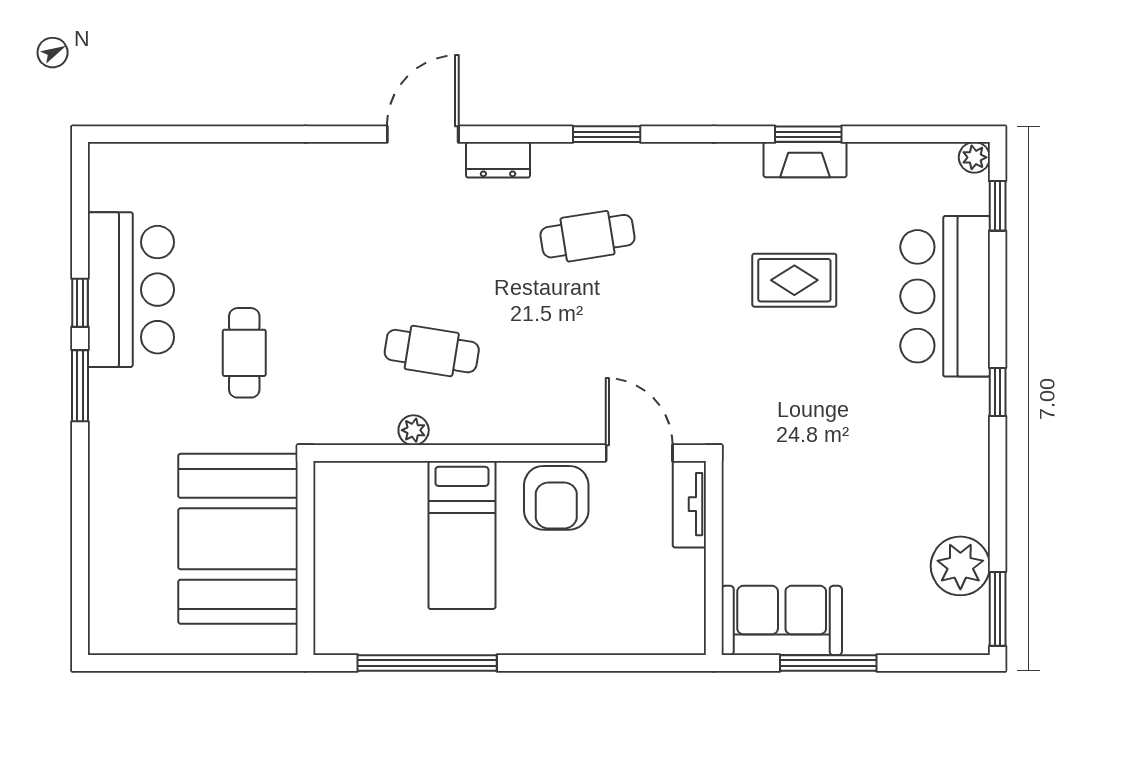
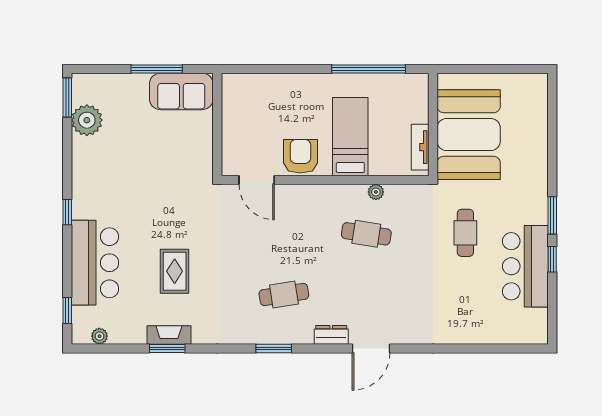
plant: (974, 157) -> (99, 336), moved
rug: (794, 280) -> (175, 271), turned 90
tv unit: (689, 504) -> (420, 147), moved, turned 180

